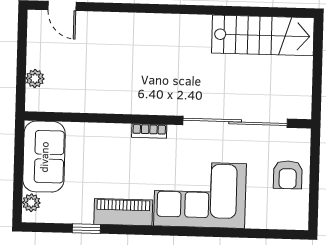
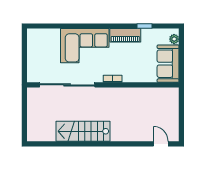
stairs: (263, 35) -> (83, 131), moved
plant: (35, 78) -> (174, 105), removed
armchair: (288, 175) -> (38, 58), removed

